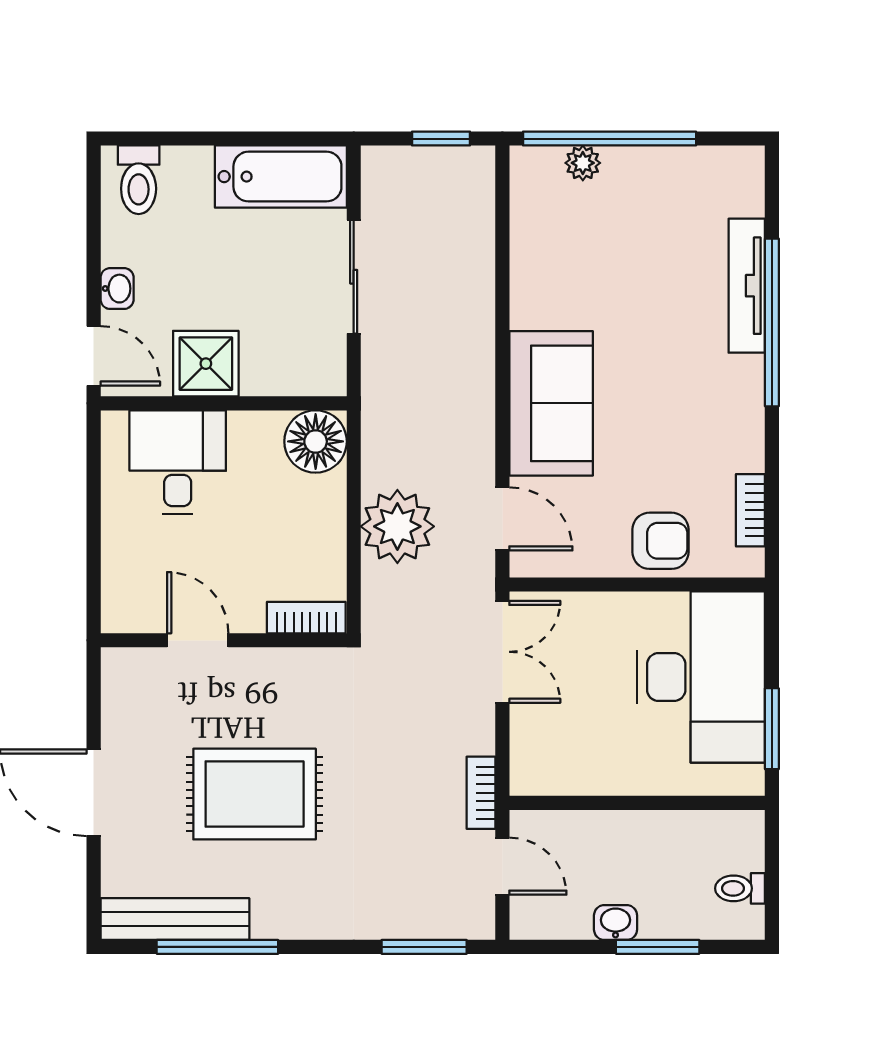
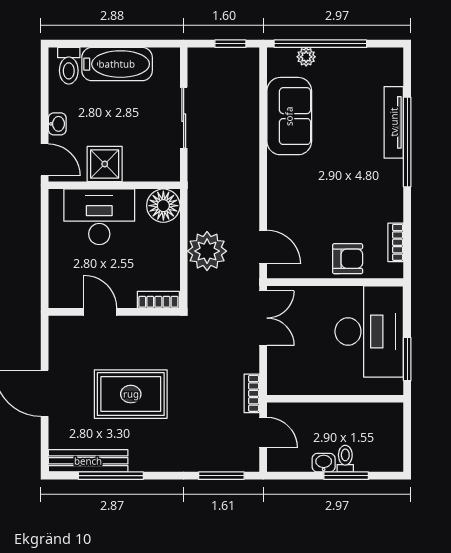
bathtub: (281, 177) -> (117, 64), moved
sofa: (551, 403) -> (289, 116), moved
desk: (178, 462) -> (99, 217), width x1.37
toilet: (740, 888) -> (345, 459), moved, turned 90

